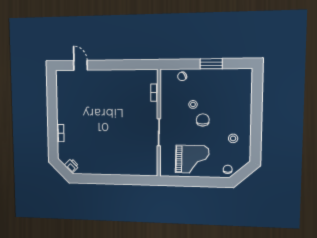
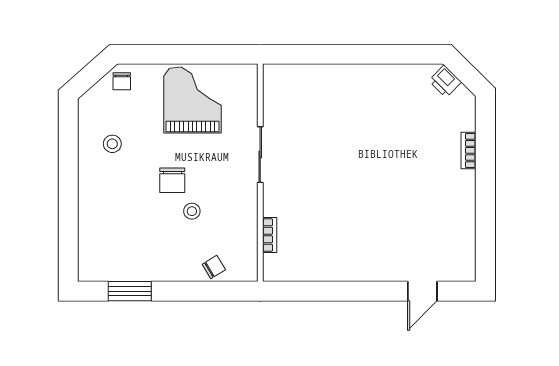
window: (211, 64) -> (130, 291), moved
door: (80, 65) -> (422, 291), hinge flipped
grand piano: (192, 159) -> (193, 100), turned 89

